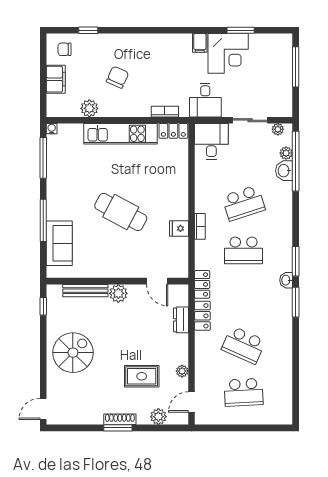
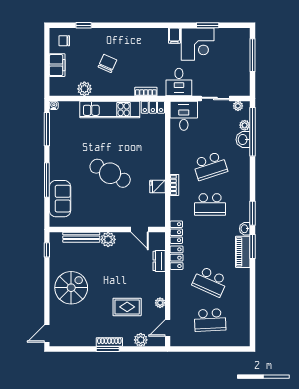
piano: (284, 309) -> (243, 252), added

